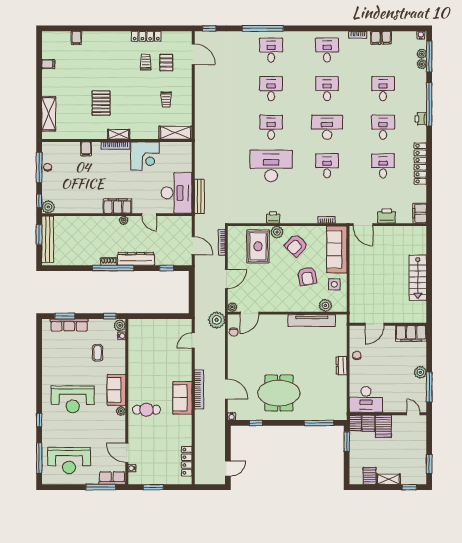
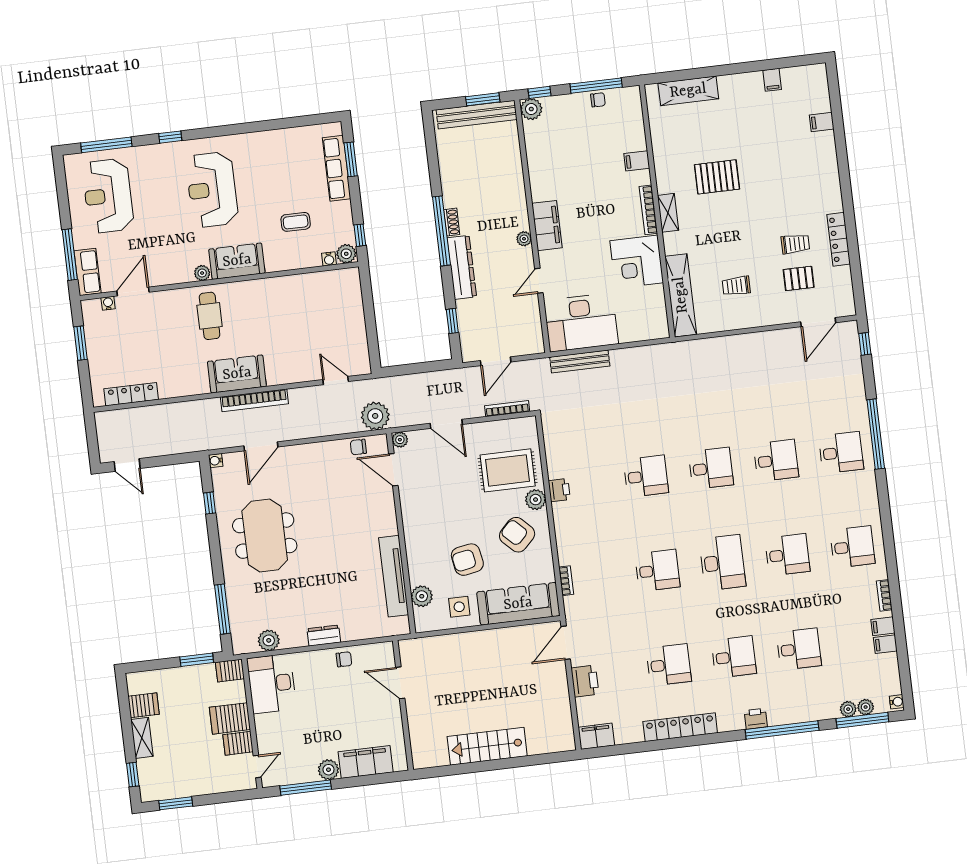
shelving: (175, 133) -> (681, 295), width x1.47
desk: (271, 166) -> (646, 476), width x0.53, depth x0.77
filing cabinet: (411, 333) -> (366, 762), moved, turned 90
plant: (340, 398) -> (269, 640), added
server rack: (368, 423) -> (238, 743), moved

